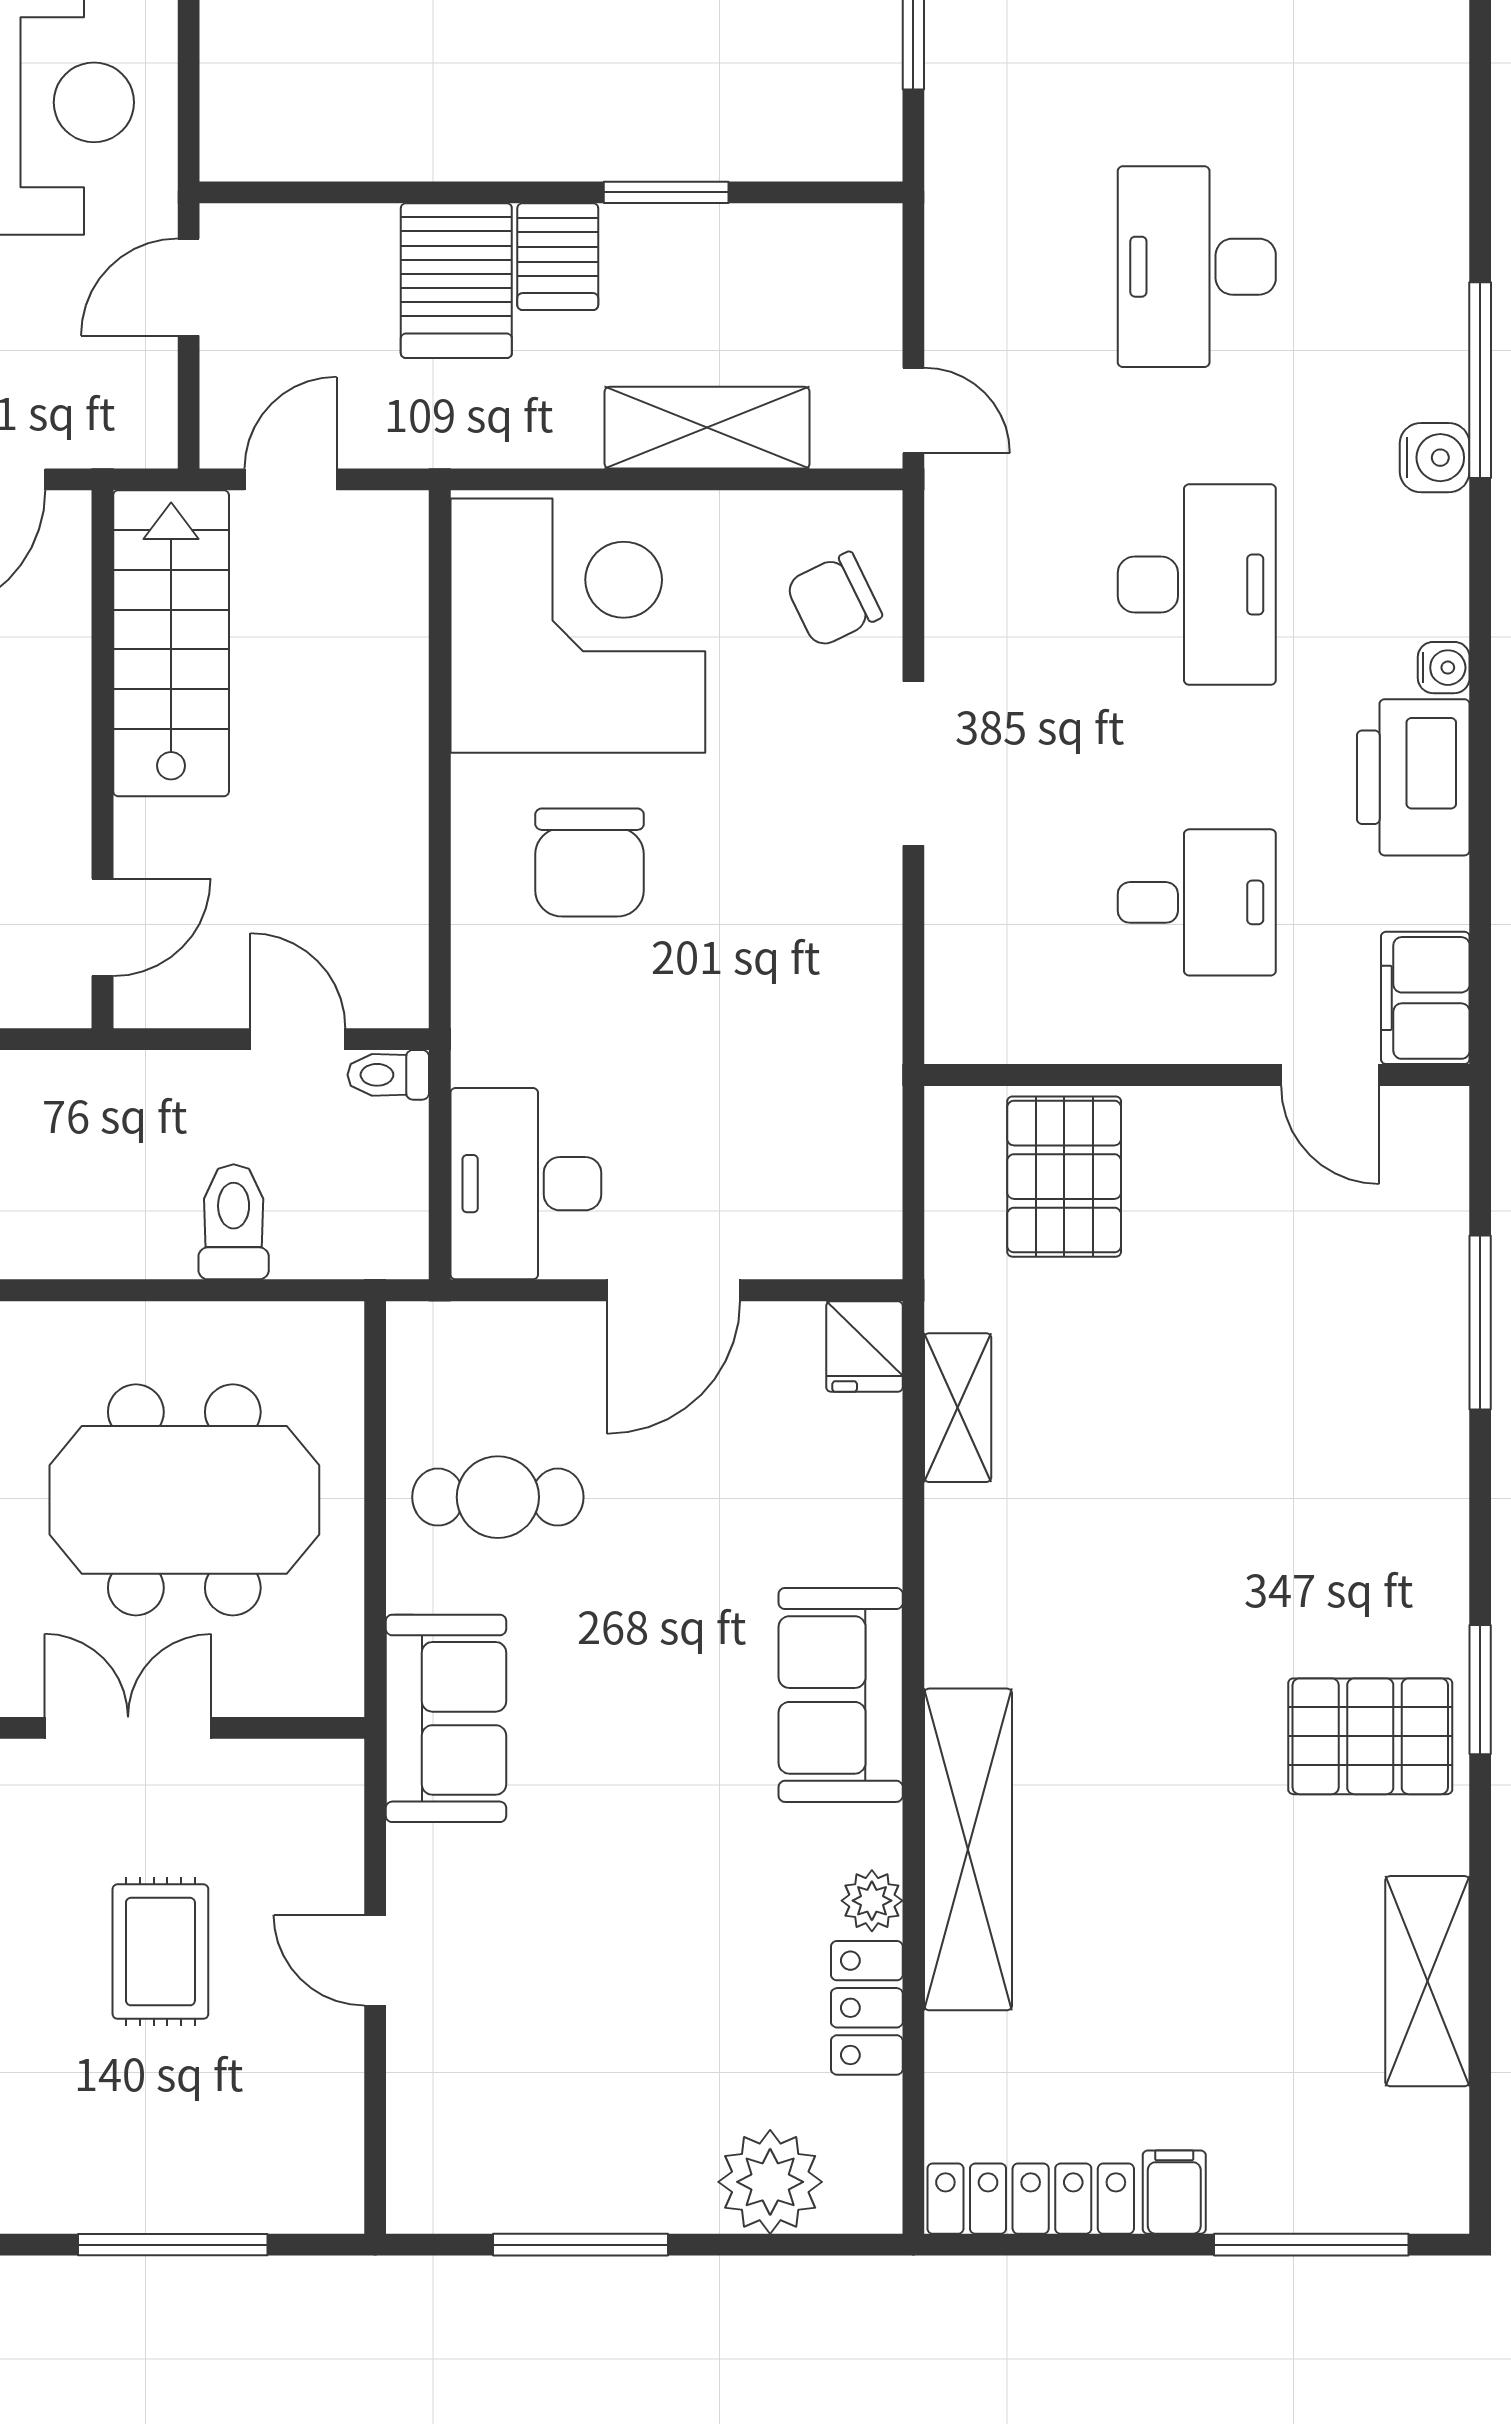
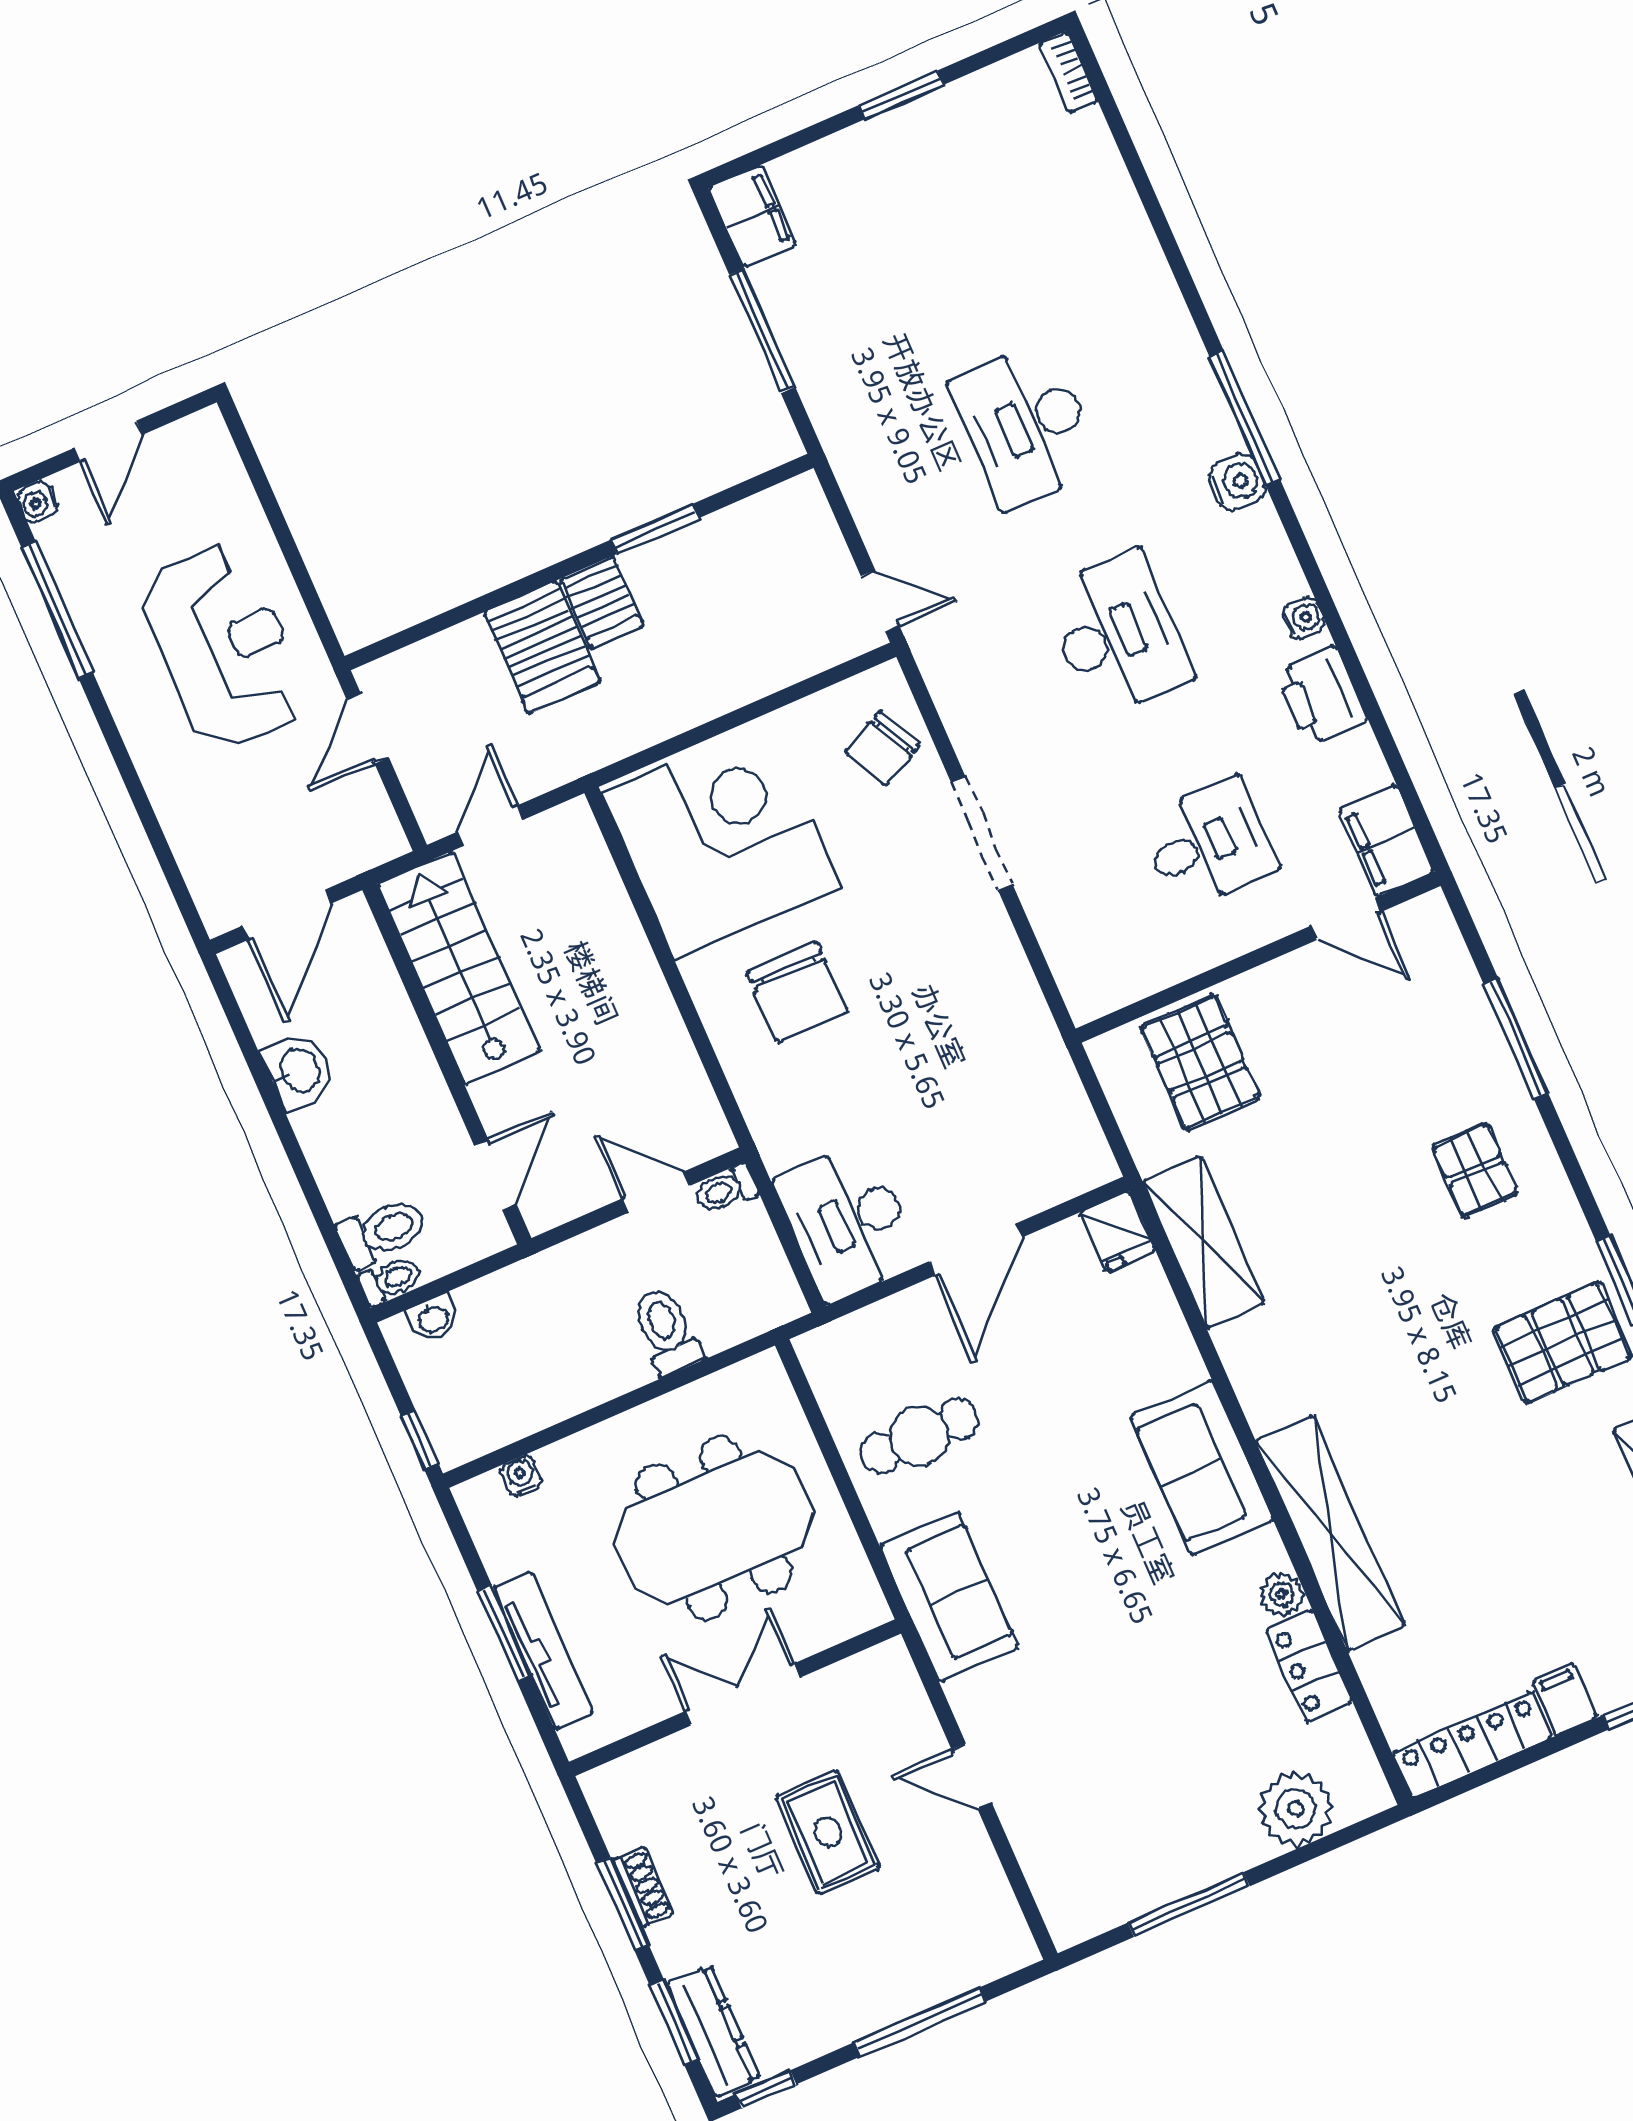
shelving: (707, 428) -> (750, 672), removed
printer: (1413, 777) -> (1321, 696), width x0.73, depth x0.84
shelving: (958, 1408) -> (1204, 1242), width x1.50, depth x1.33
pallet: (1355, 1467) -> (1475, 1170), added

